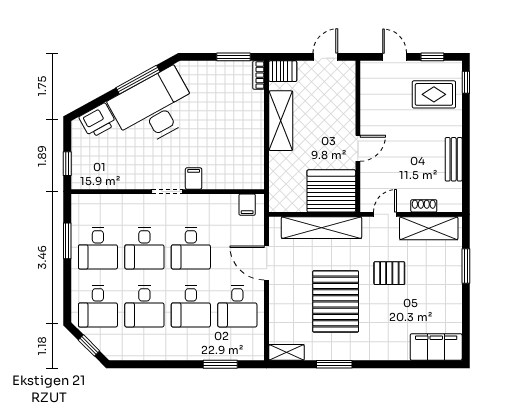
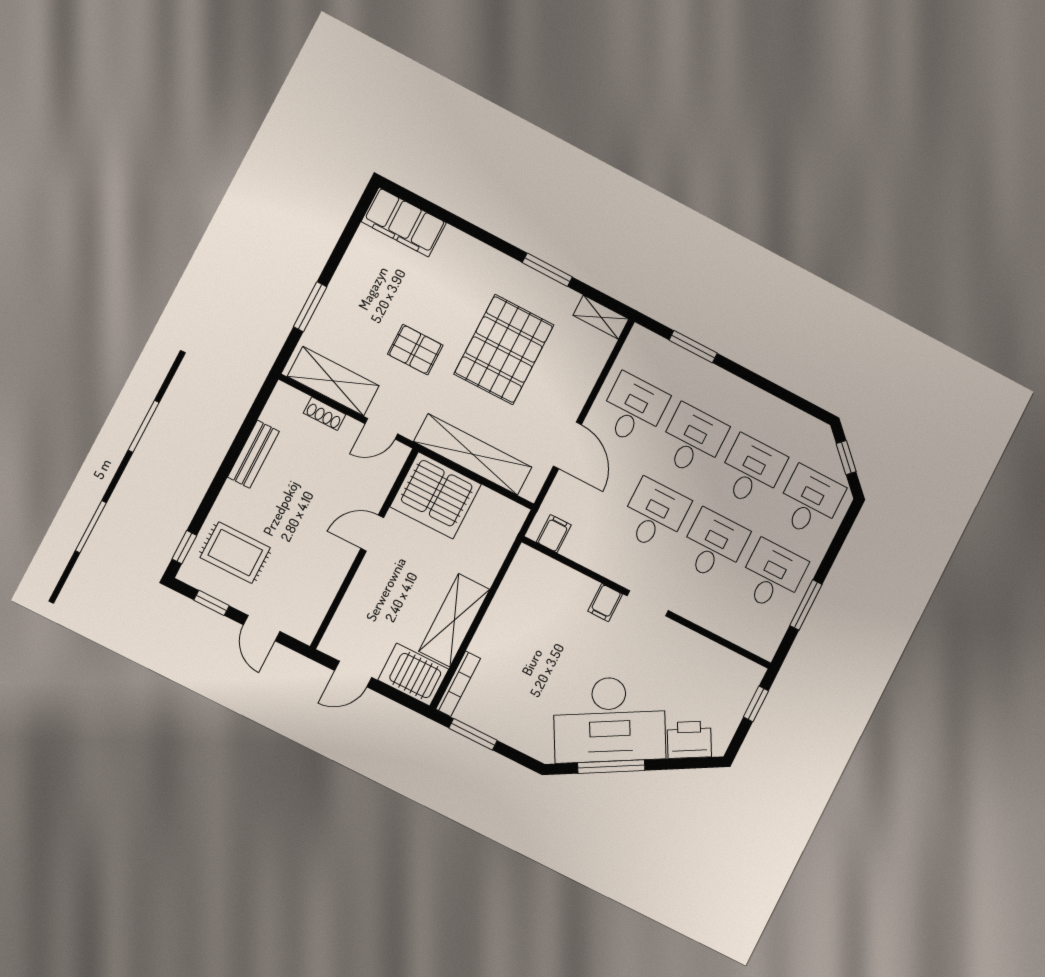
server rack: (283, 71) -> (413, 675), width x1.36, depth x1.44
bookcase: (258, 75) -> (458, 684), width x1.56

